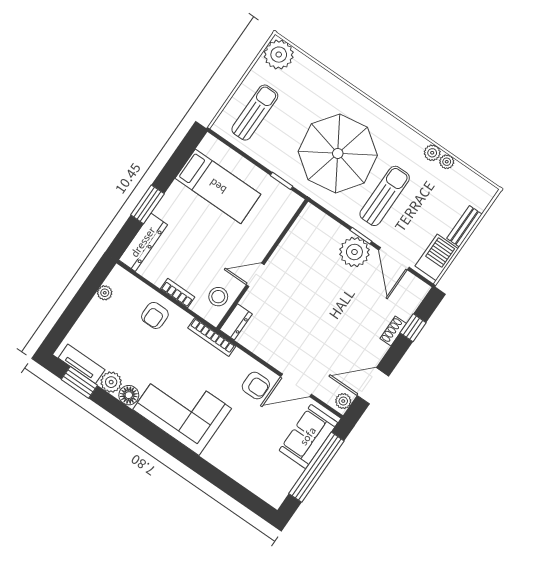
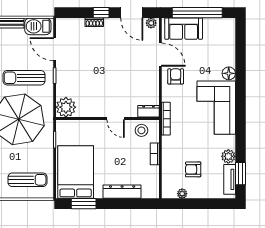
sun lounger: (255, 113) -> (28, 180), turned 180
bed: (218, 186) -> (76, 172), width x1.50
window: (147, 204) -> (84, 204), moved
dresser: (143, 242) -> (122, 192), moved
plant: (354, 252) -> (66, 107), moved
door: (394, 259) -> (55, 49), swing flipped
armchair: (155, 315) -> (193, 169), moved, turned 180
window: (413, 328) -> (101, 13), moved
floor lamp: (129, 395) -> (229, 73), moved

